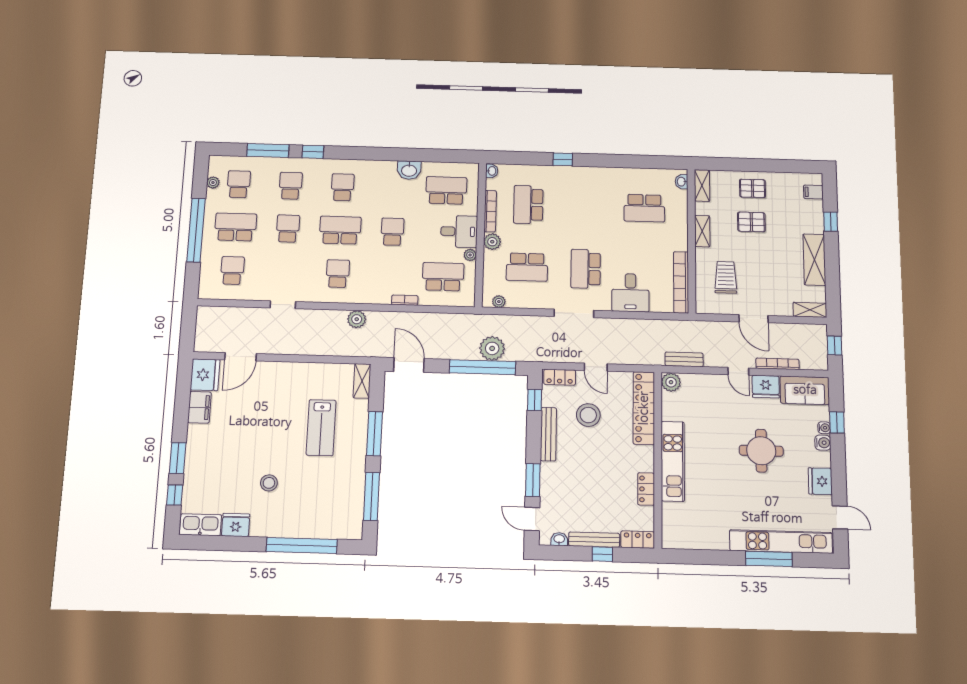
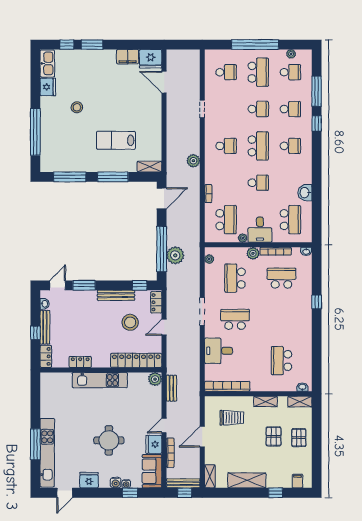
bench: (821, 347) -> (183, 483), added

